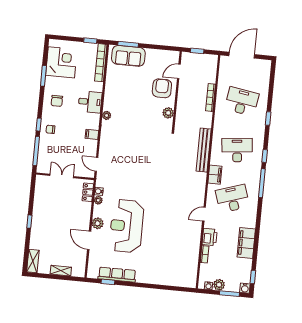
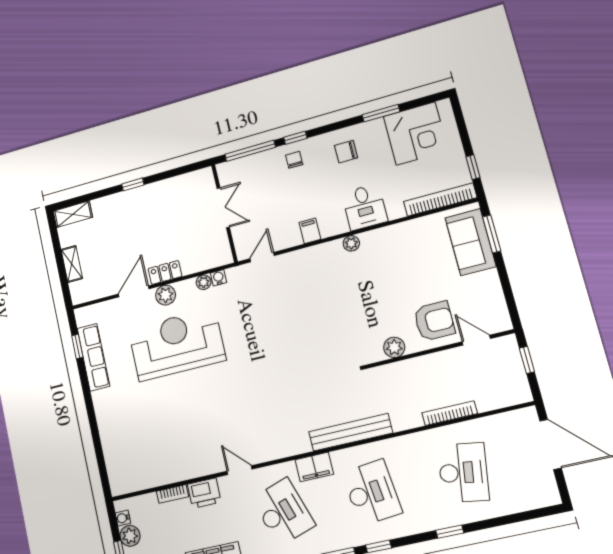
locker: (88, 192) -> (165, 272), moved

